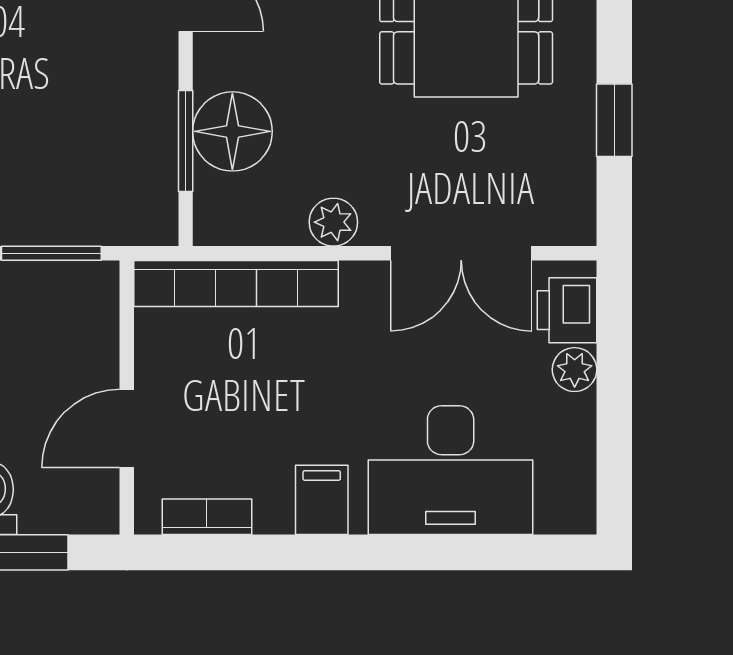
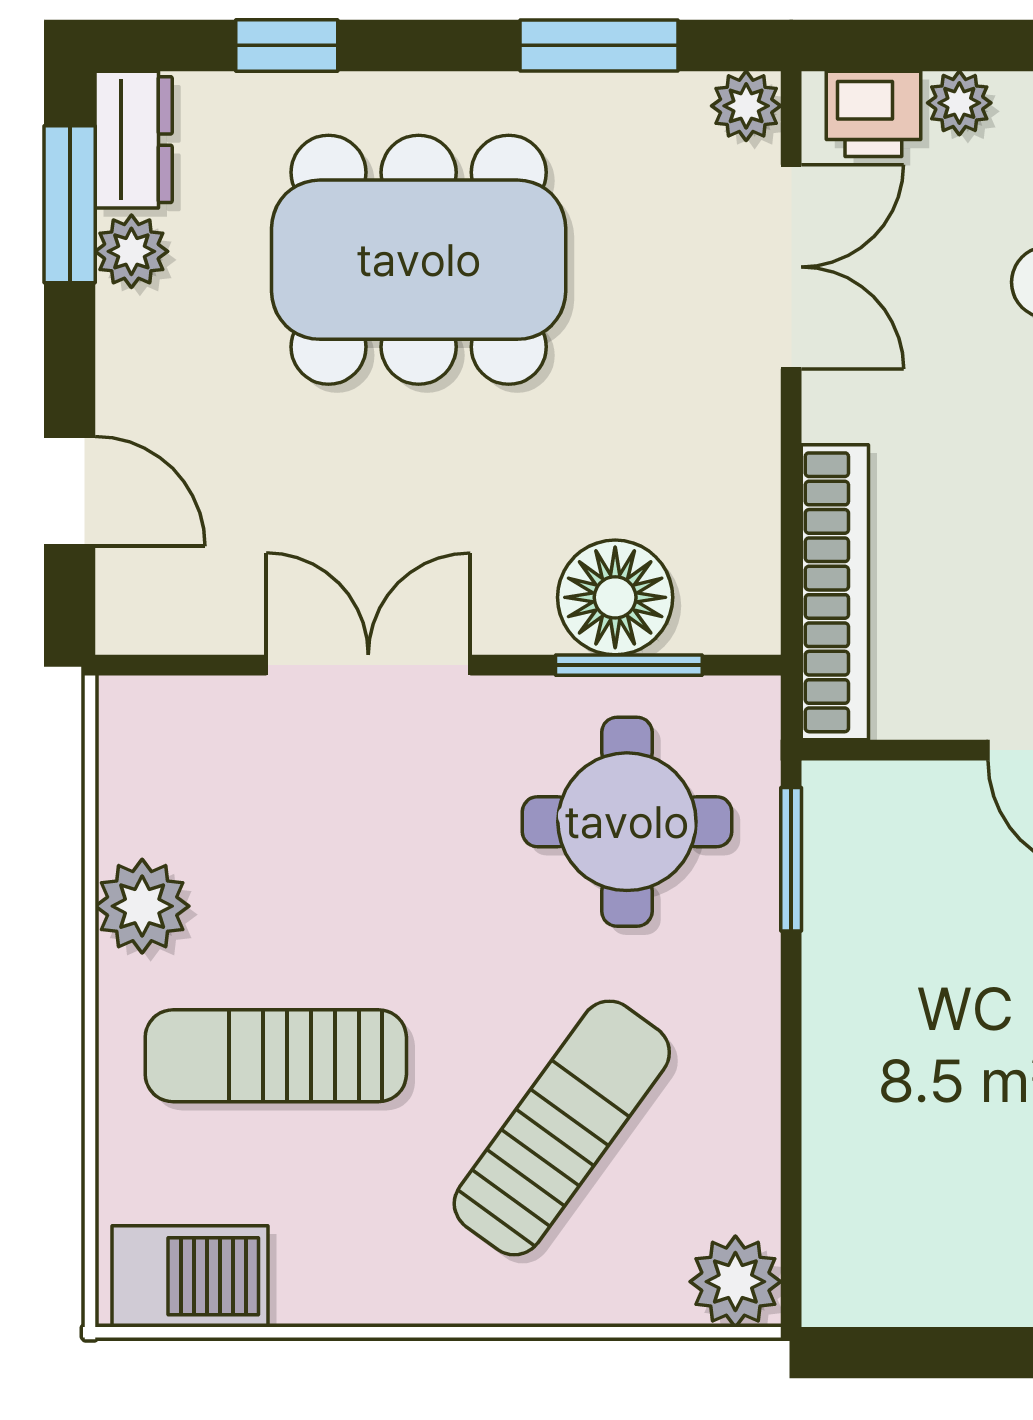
window: (614, 120) -> (599, 45), width x1.50
round table: (77, 140) -> (627, 822), added
plant: (333, 222) -> (746, 106), moved

